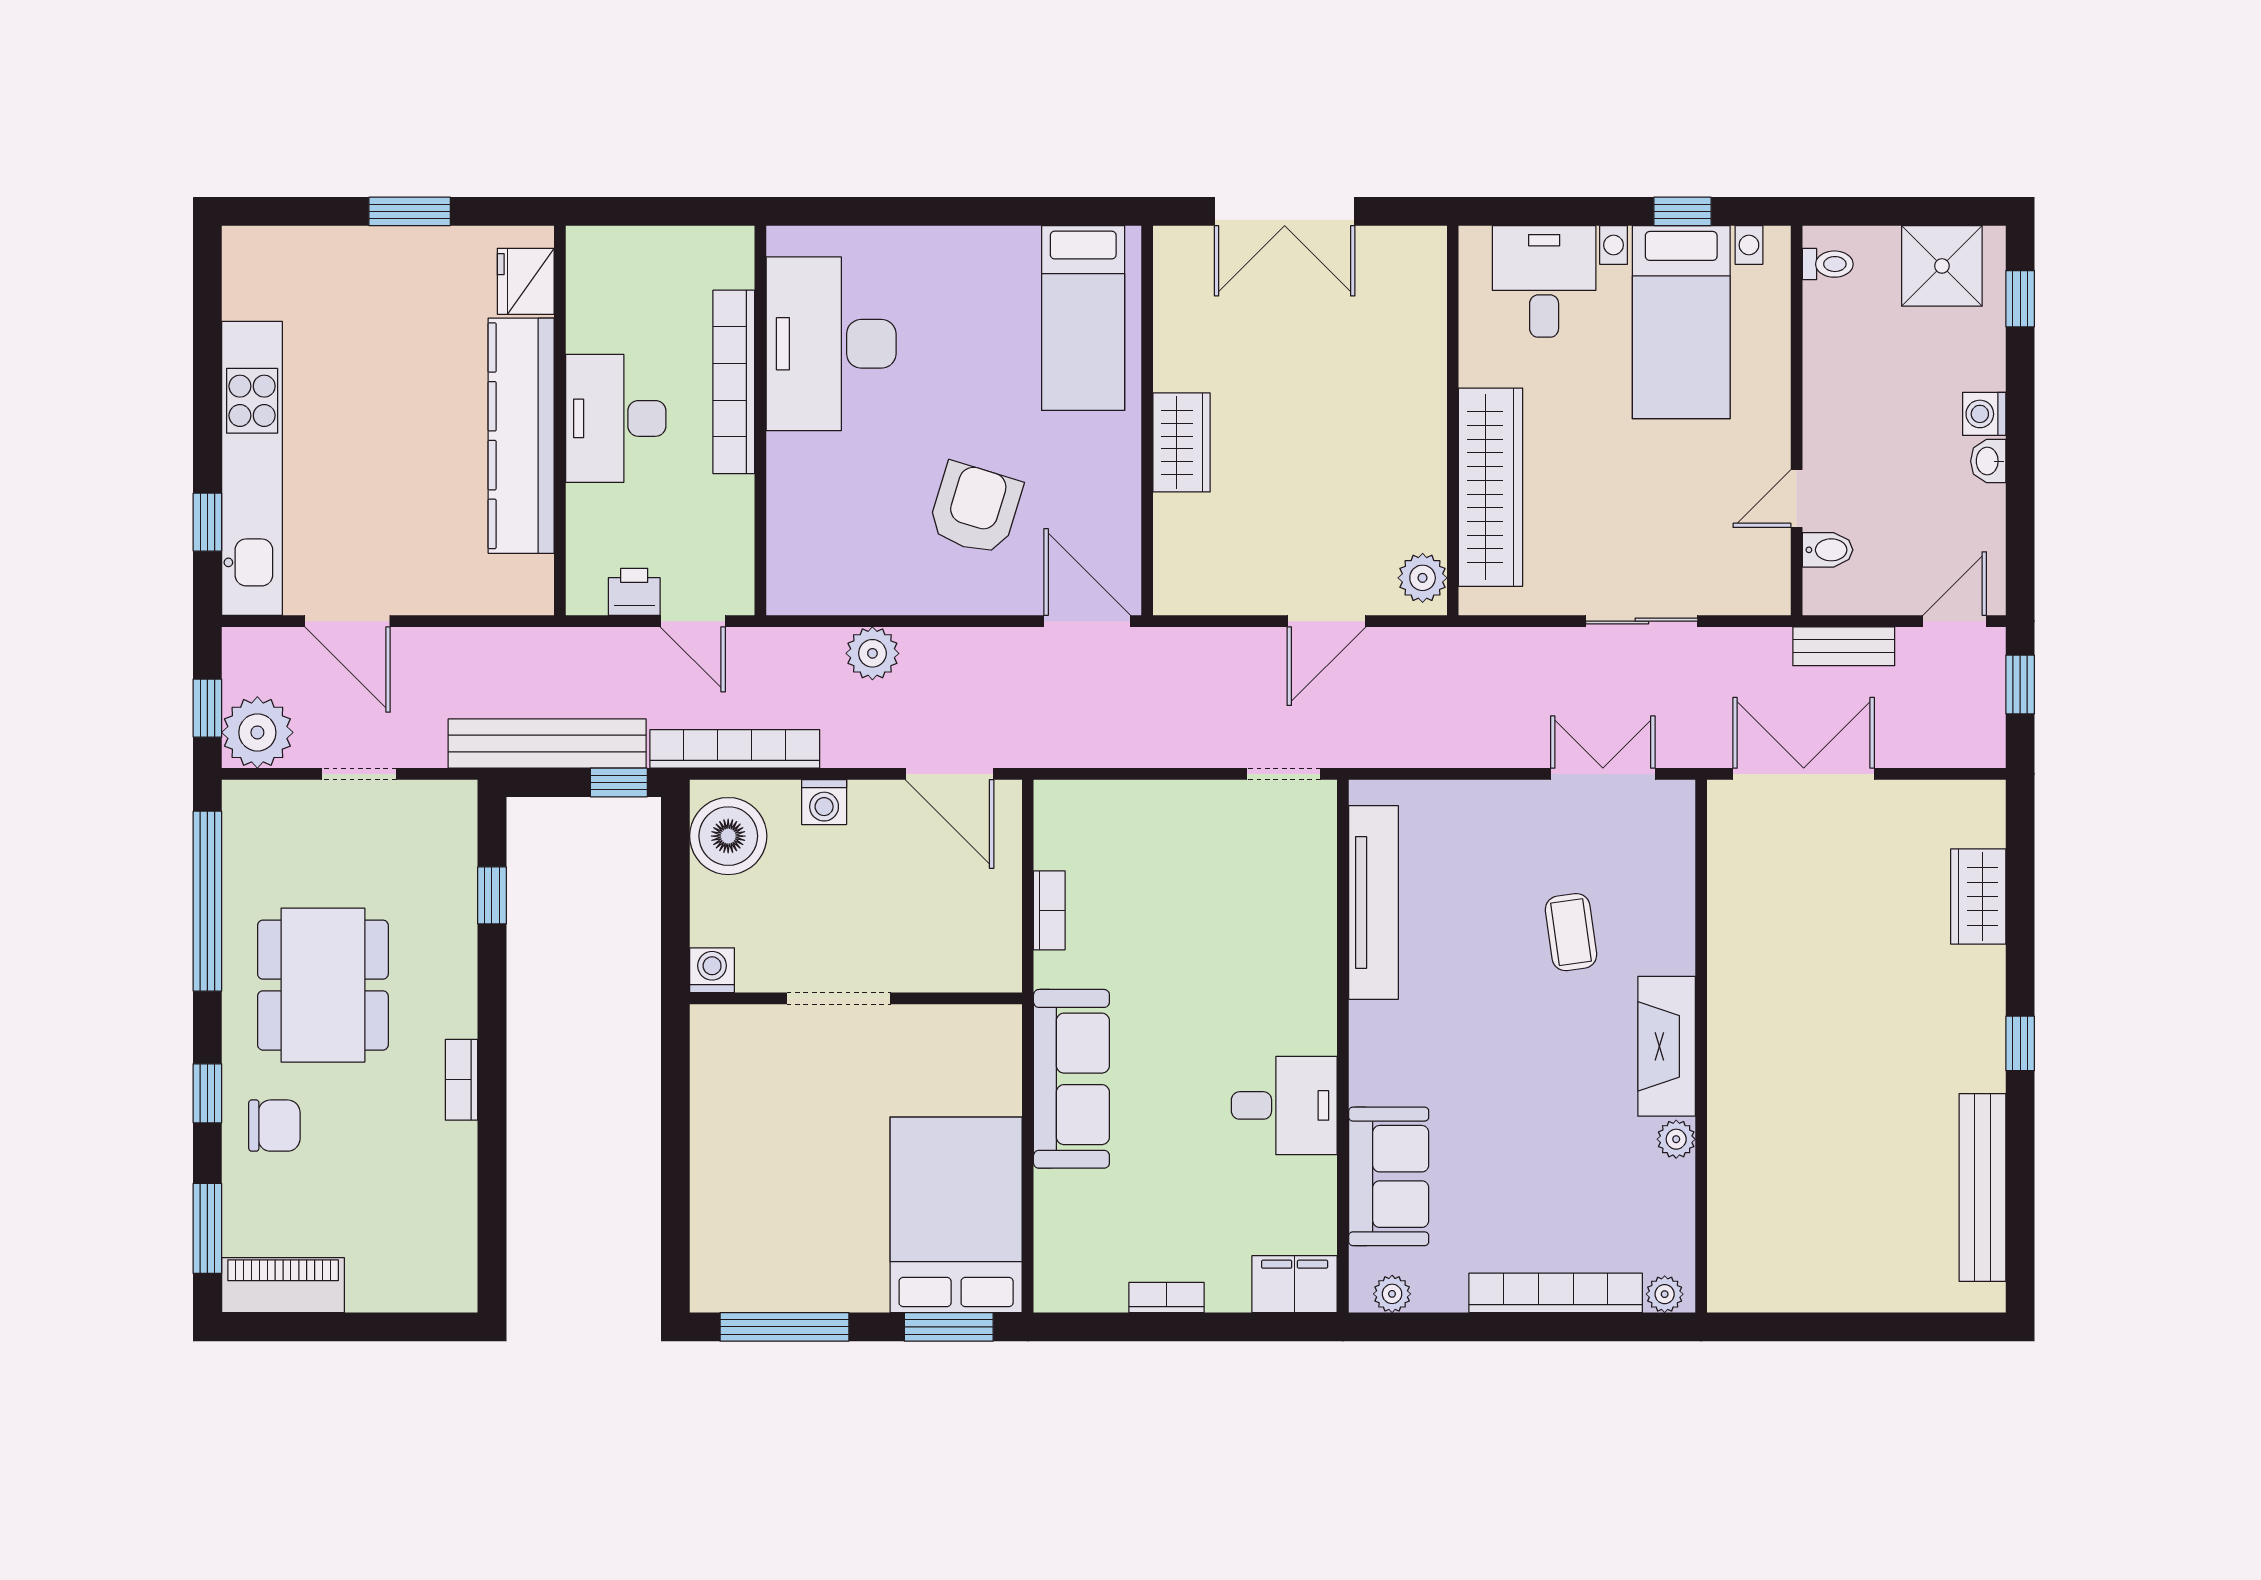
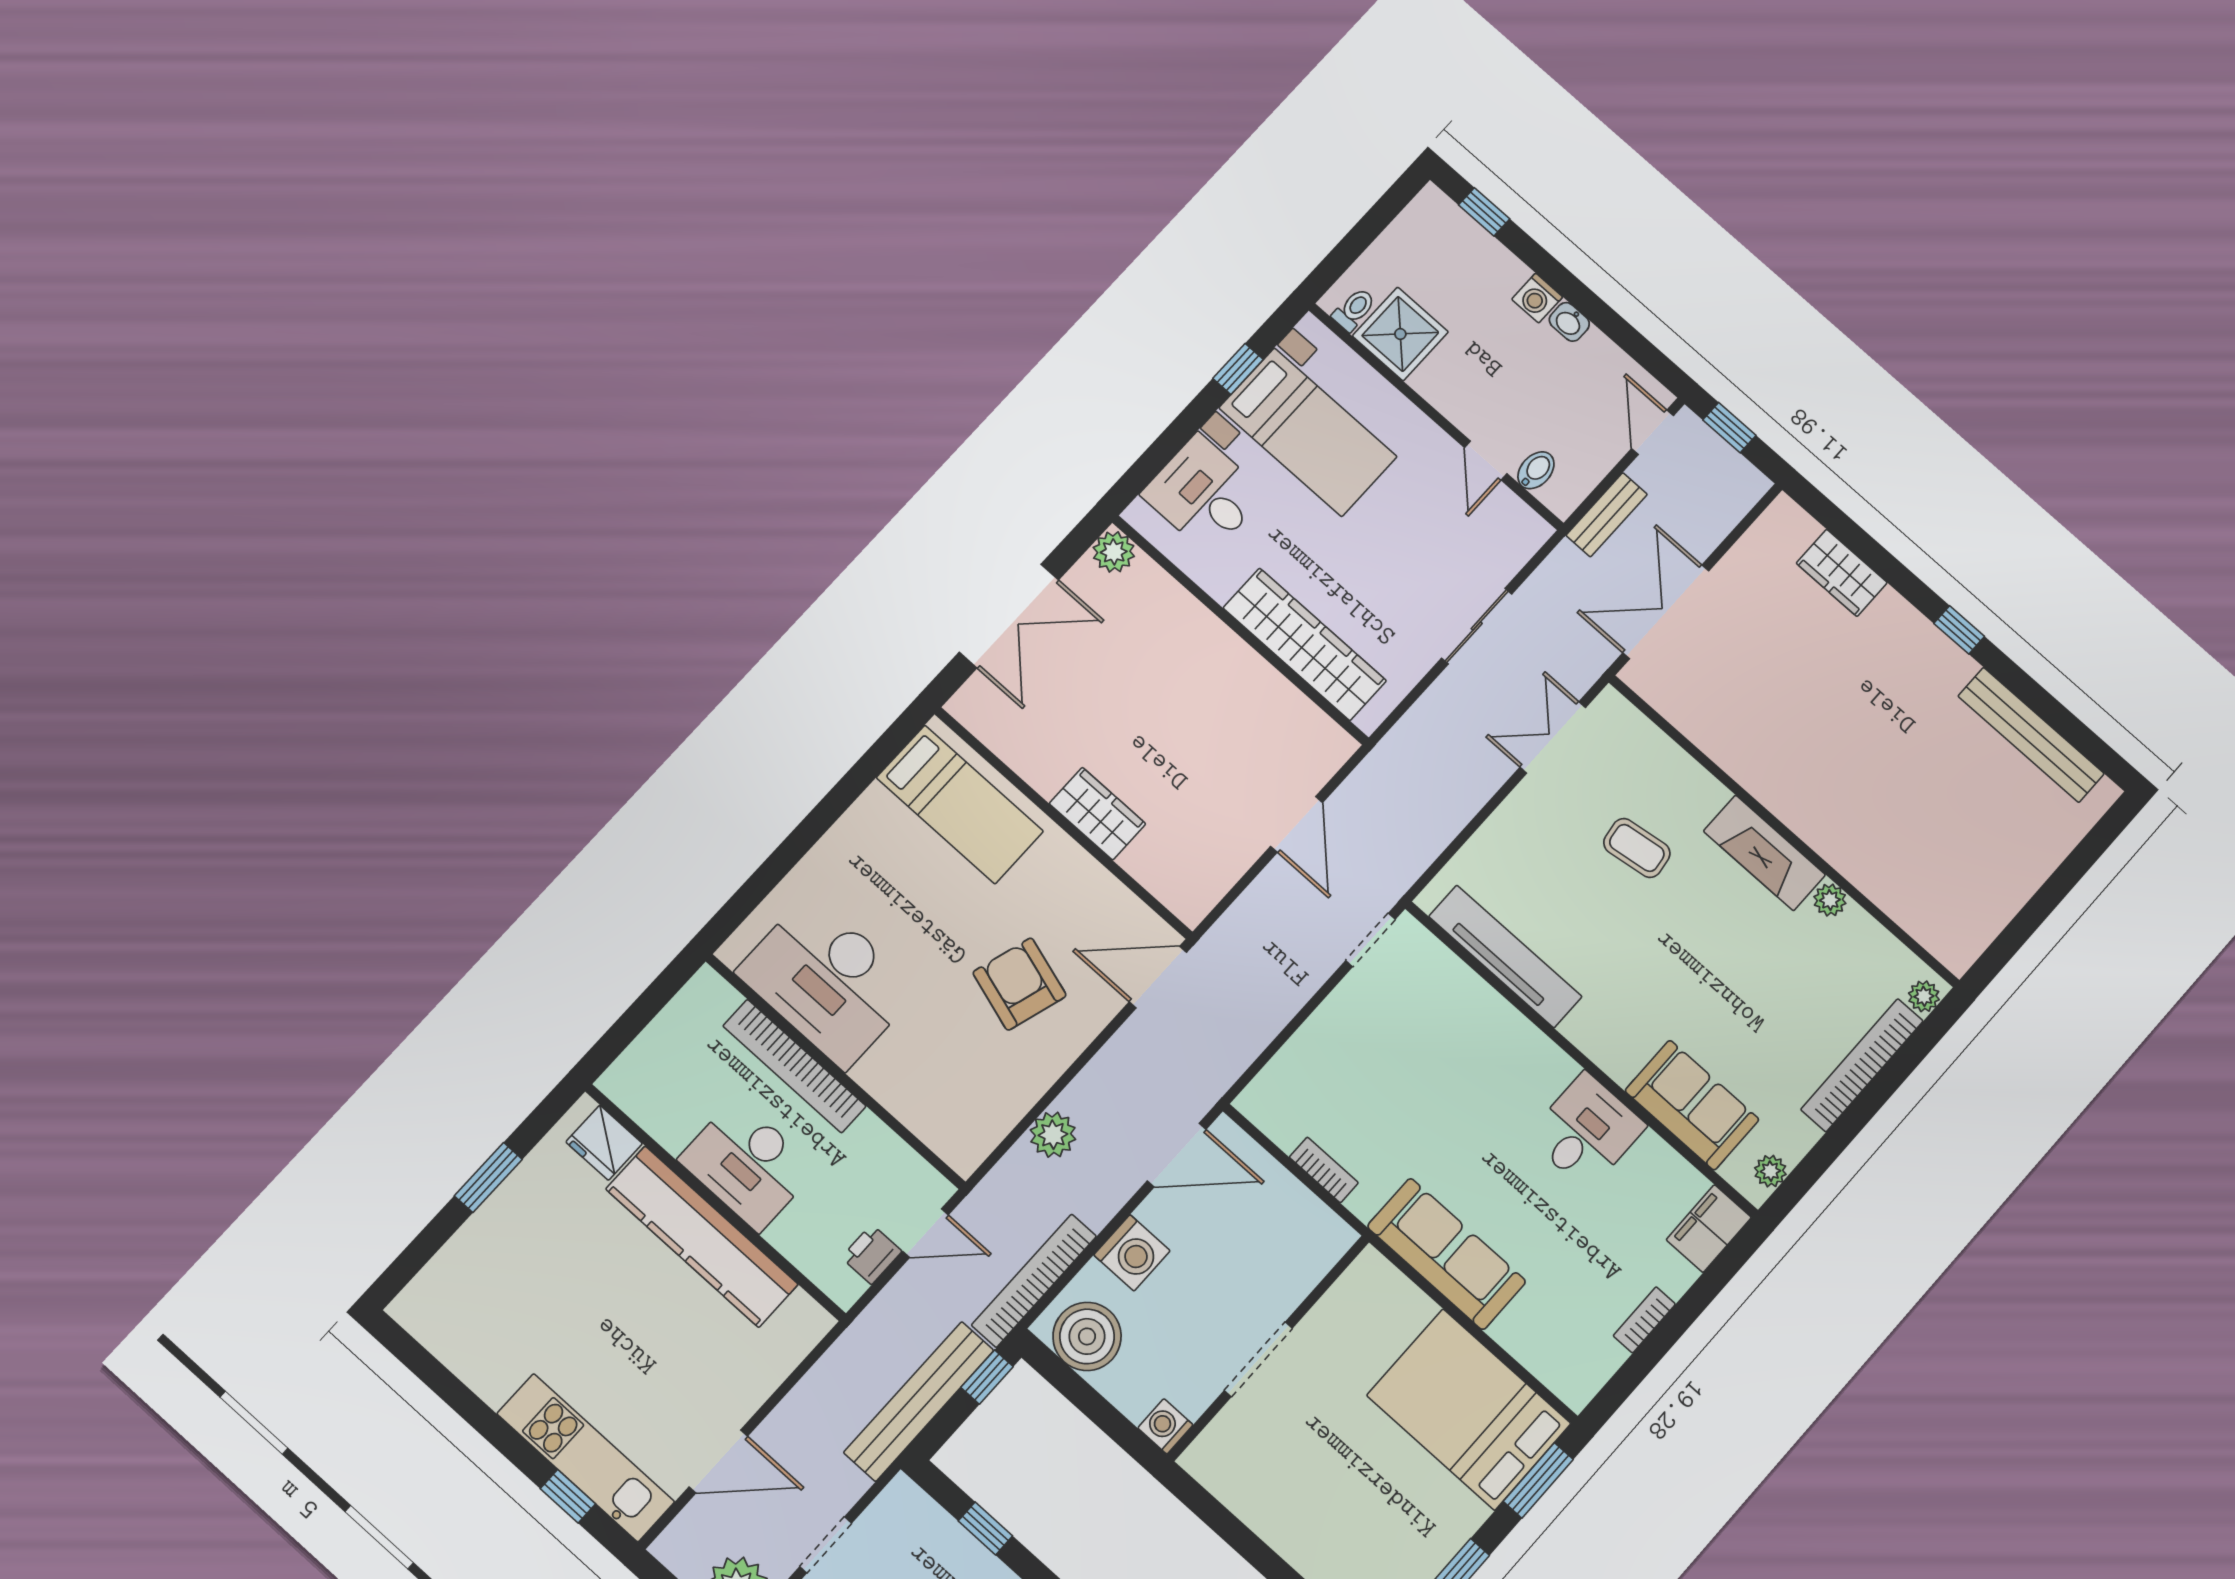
shower: (1942, 266) -> (1400, 334), moved
kitchen unit: (252, 468) -> (586, 1458), width x0.73
plant: (1423, 578) -> (1114, 552), moved
washing machine: (824, 802) -> (1132, 1253), width x1.38, depth x1.38

